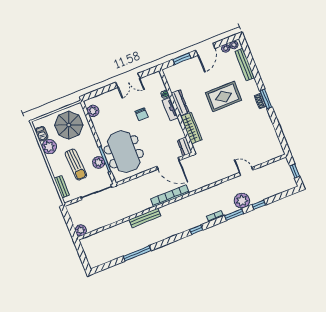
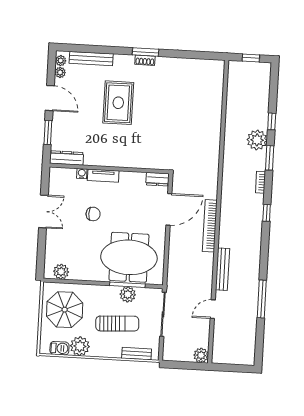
dresser: (180, 103) -> (67, 158), moved
wardrobe: (191, 128) -> (139, 161), removed
door: (246, 171) -> (213, 309), moved

